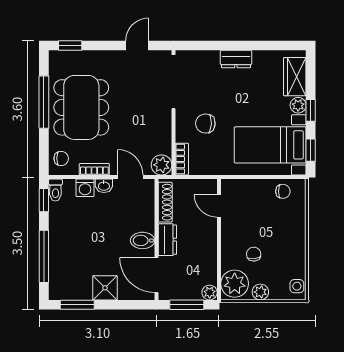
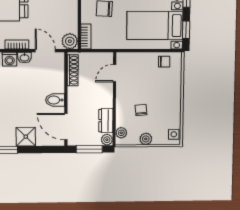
door: (219, 206) -> (115, 73), hinge flipped
dresser: (167, 240) -> (106, 121), moved, turned 180
plant: (235, 284) -> (121, 133), width x0.53, depth x0.53

